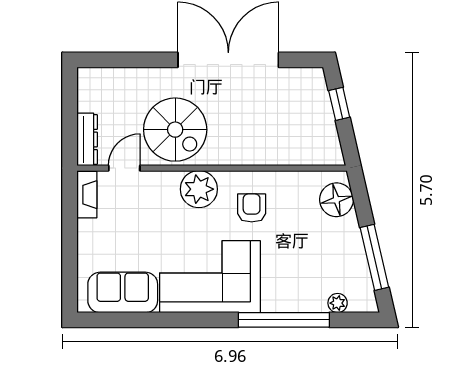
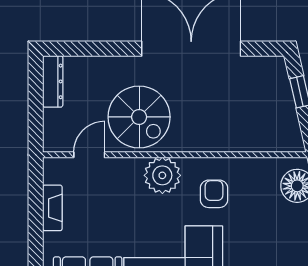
dresser: (87, 139) -> (53, 81), moved
fireplace: (87, 195) -> (52, 208), moved

